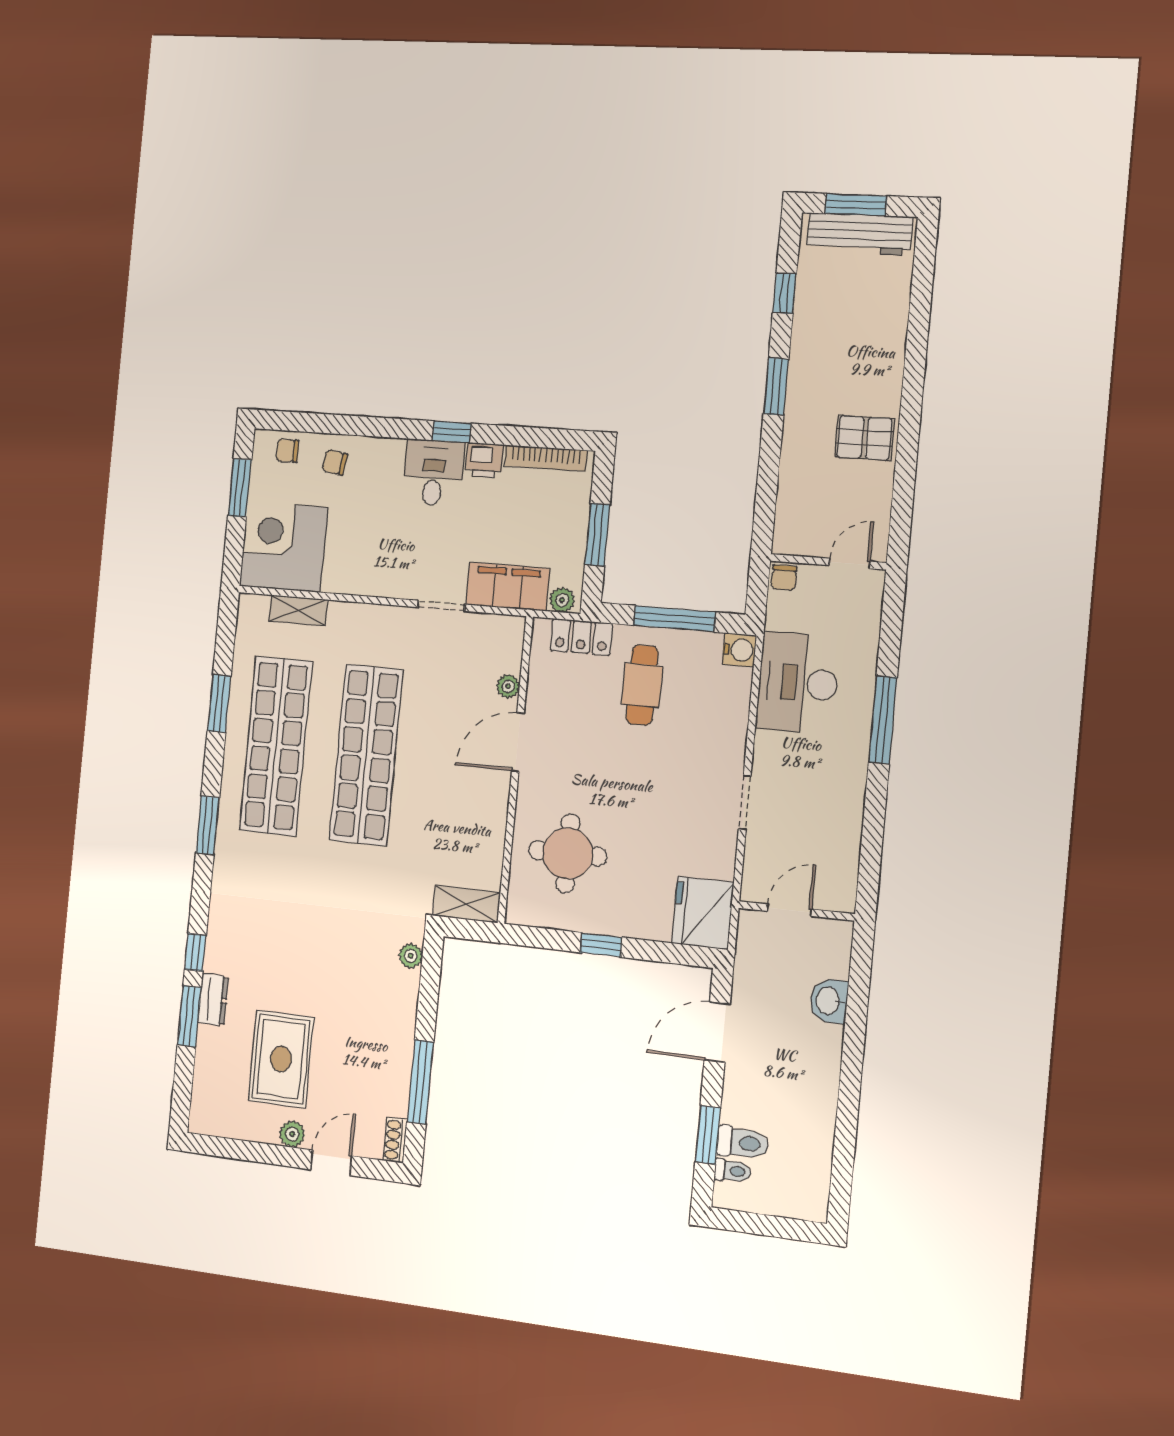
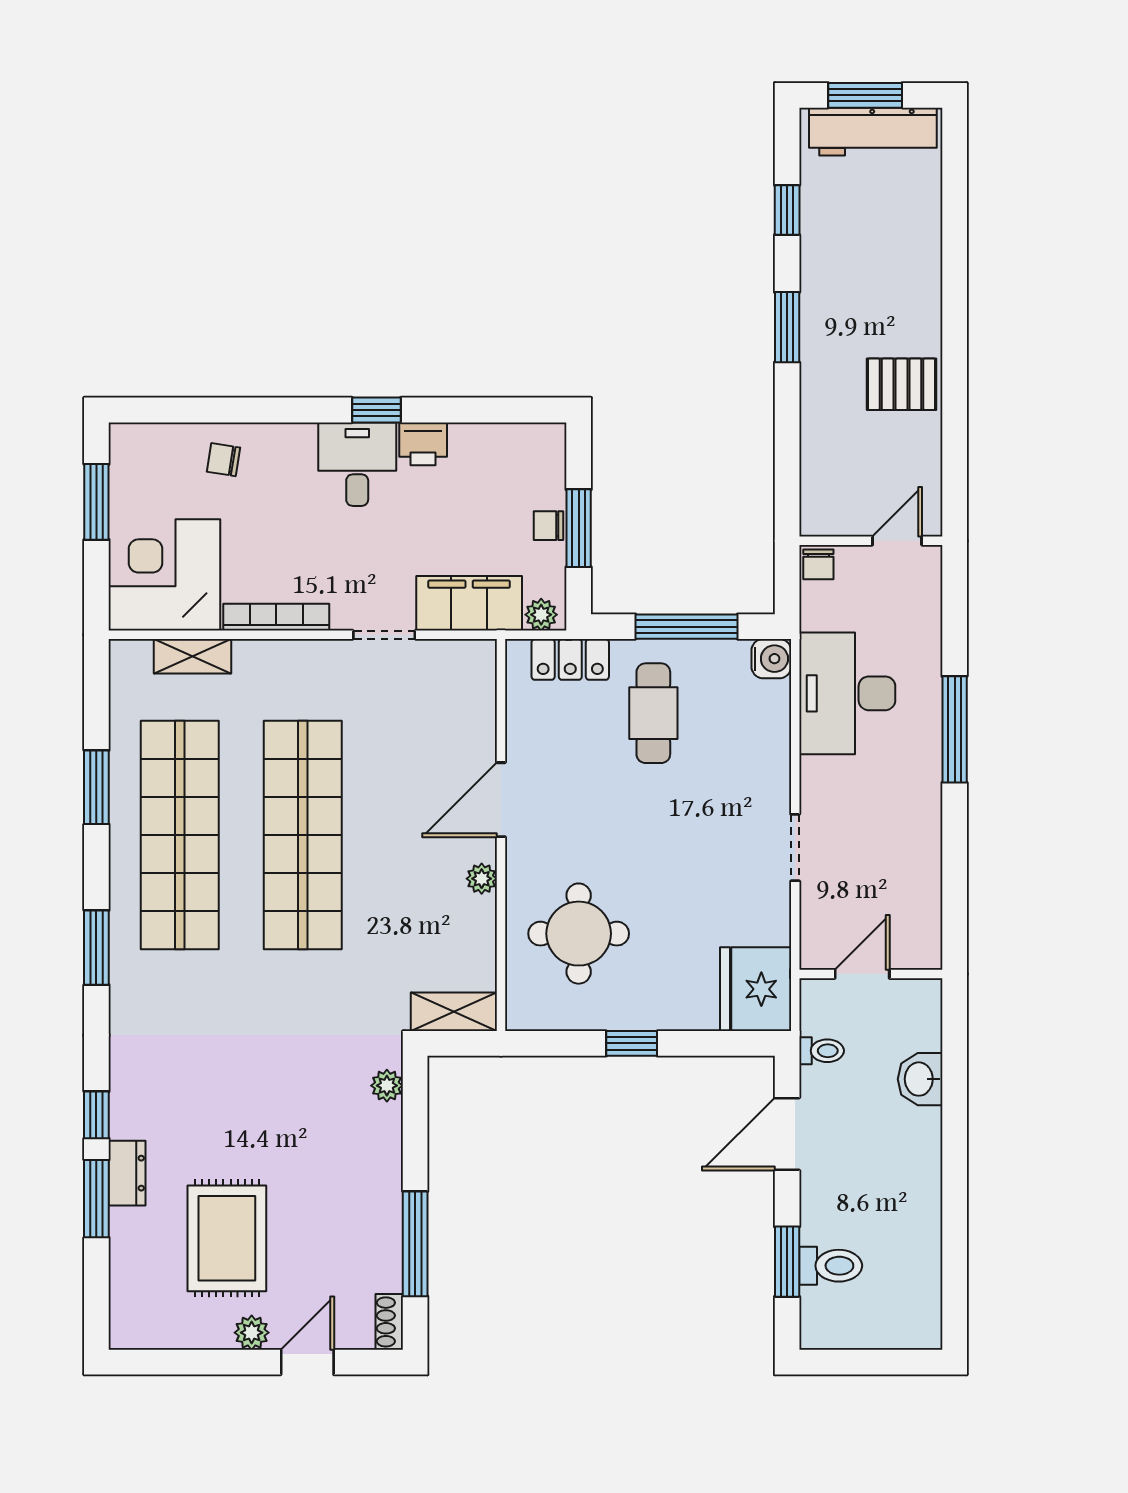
chair: (287, 451) -> (549, 526), moved
bookcase: (546, 458) -> (276, 617), moved, turned 180
plant: (508, 686) -> (482, 879), moved
toilet: (733, 1171) -> (822, 1051), moved

